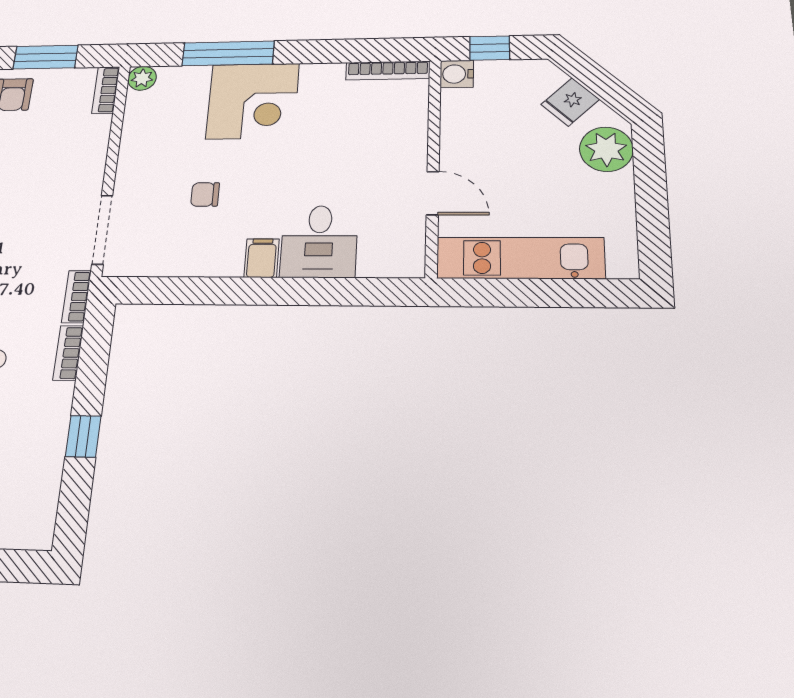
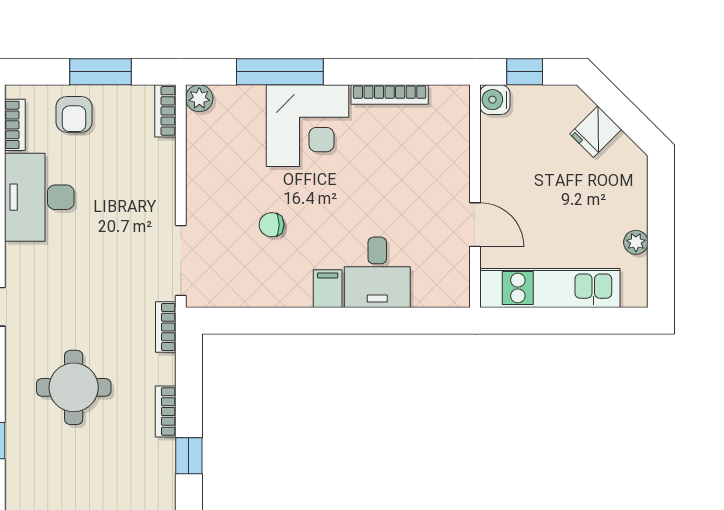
bookcase: (388, 71) -> (390, 94), moved
plant: (606, 149) -> (636, 242), moved, width x0.53, depth x0.53
bookcase: (68, 353) -> (166, 411), moved

